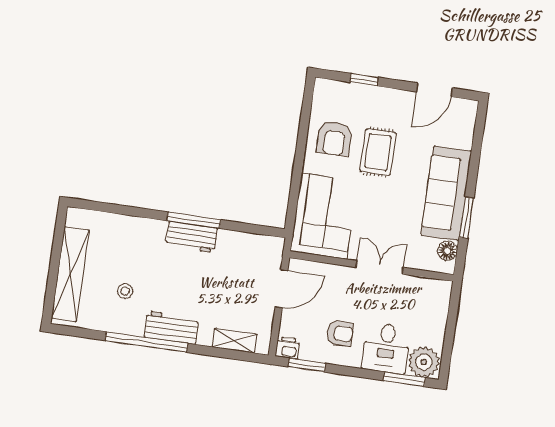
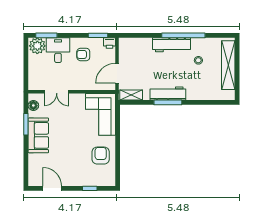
door: (434, 90) -> (52, 188), hinge flipped
rug: (378, 152) -> (77, 152), removed
sofa: (446, 193) -> (38, 135), width x0.73
workbench: (191, 237) -> (168, 93), width x1.38
double door: (380, 267) -> (57, 92), moved
workbench: (171, 328) -> (171, 45), width x1.38
shelving: (234, 341) -> (131, 95), moved

